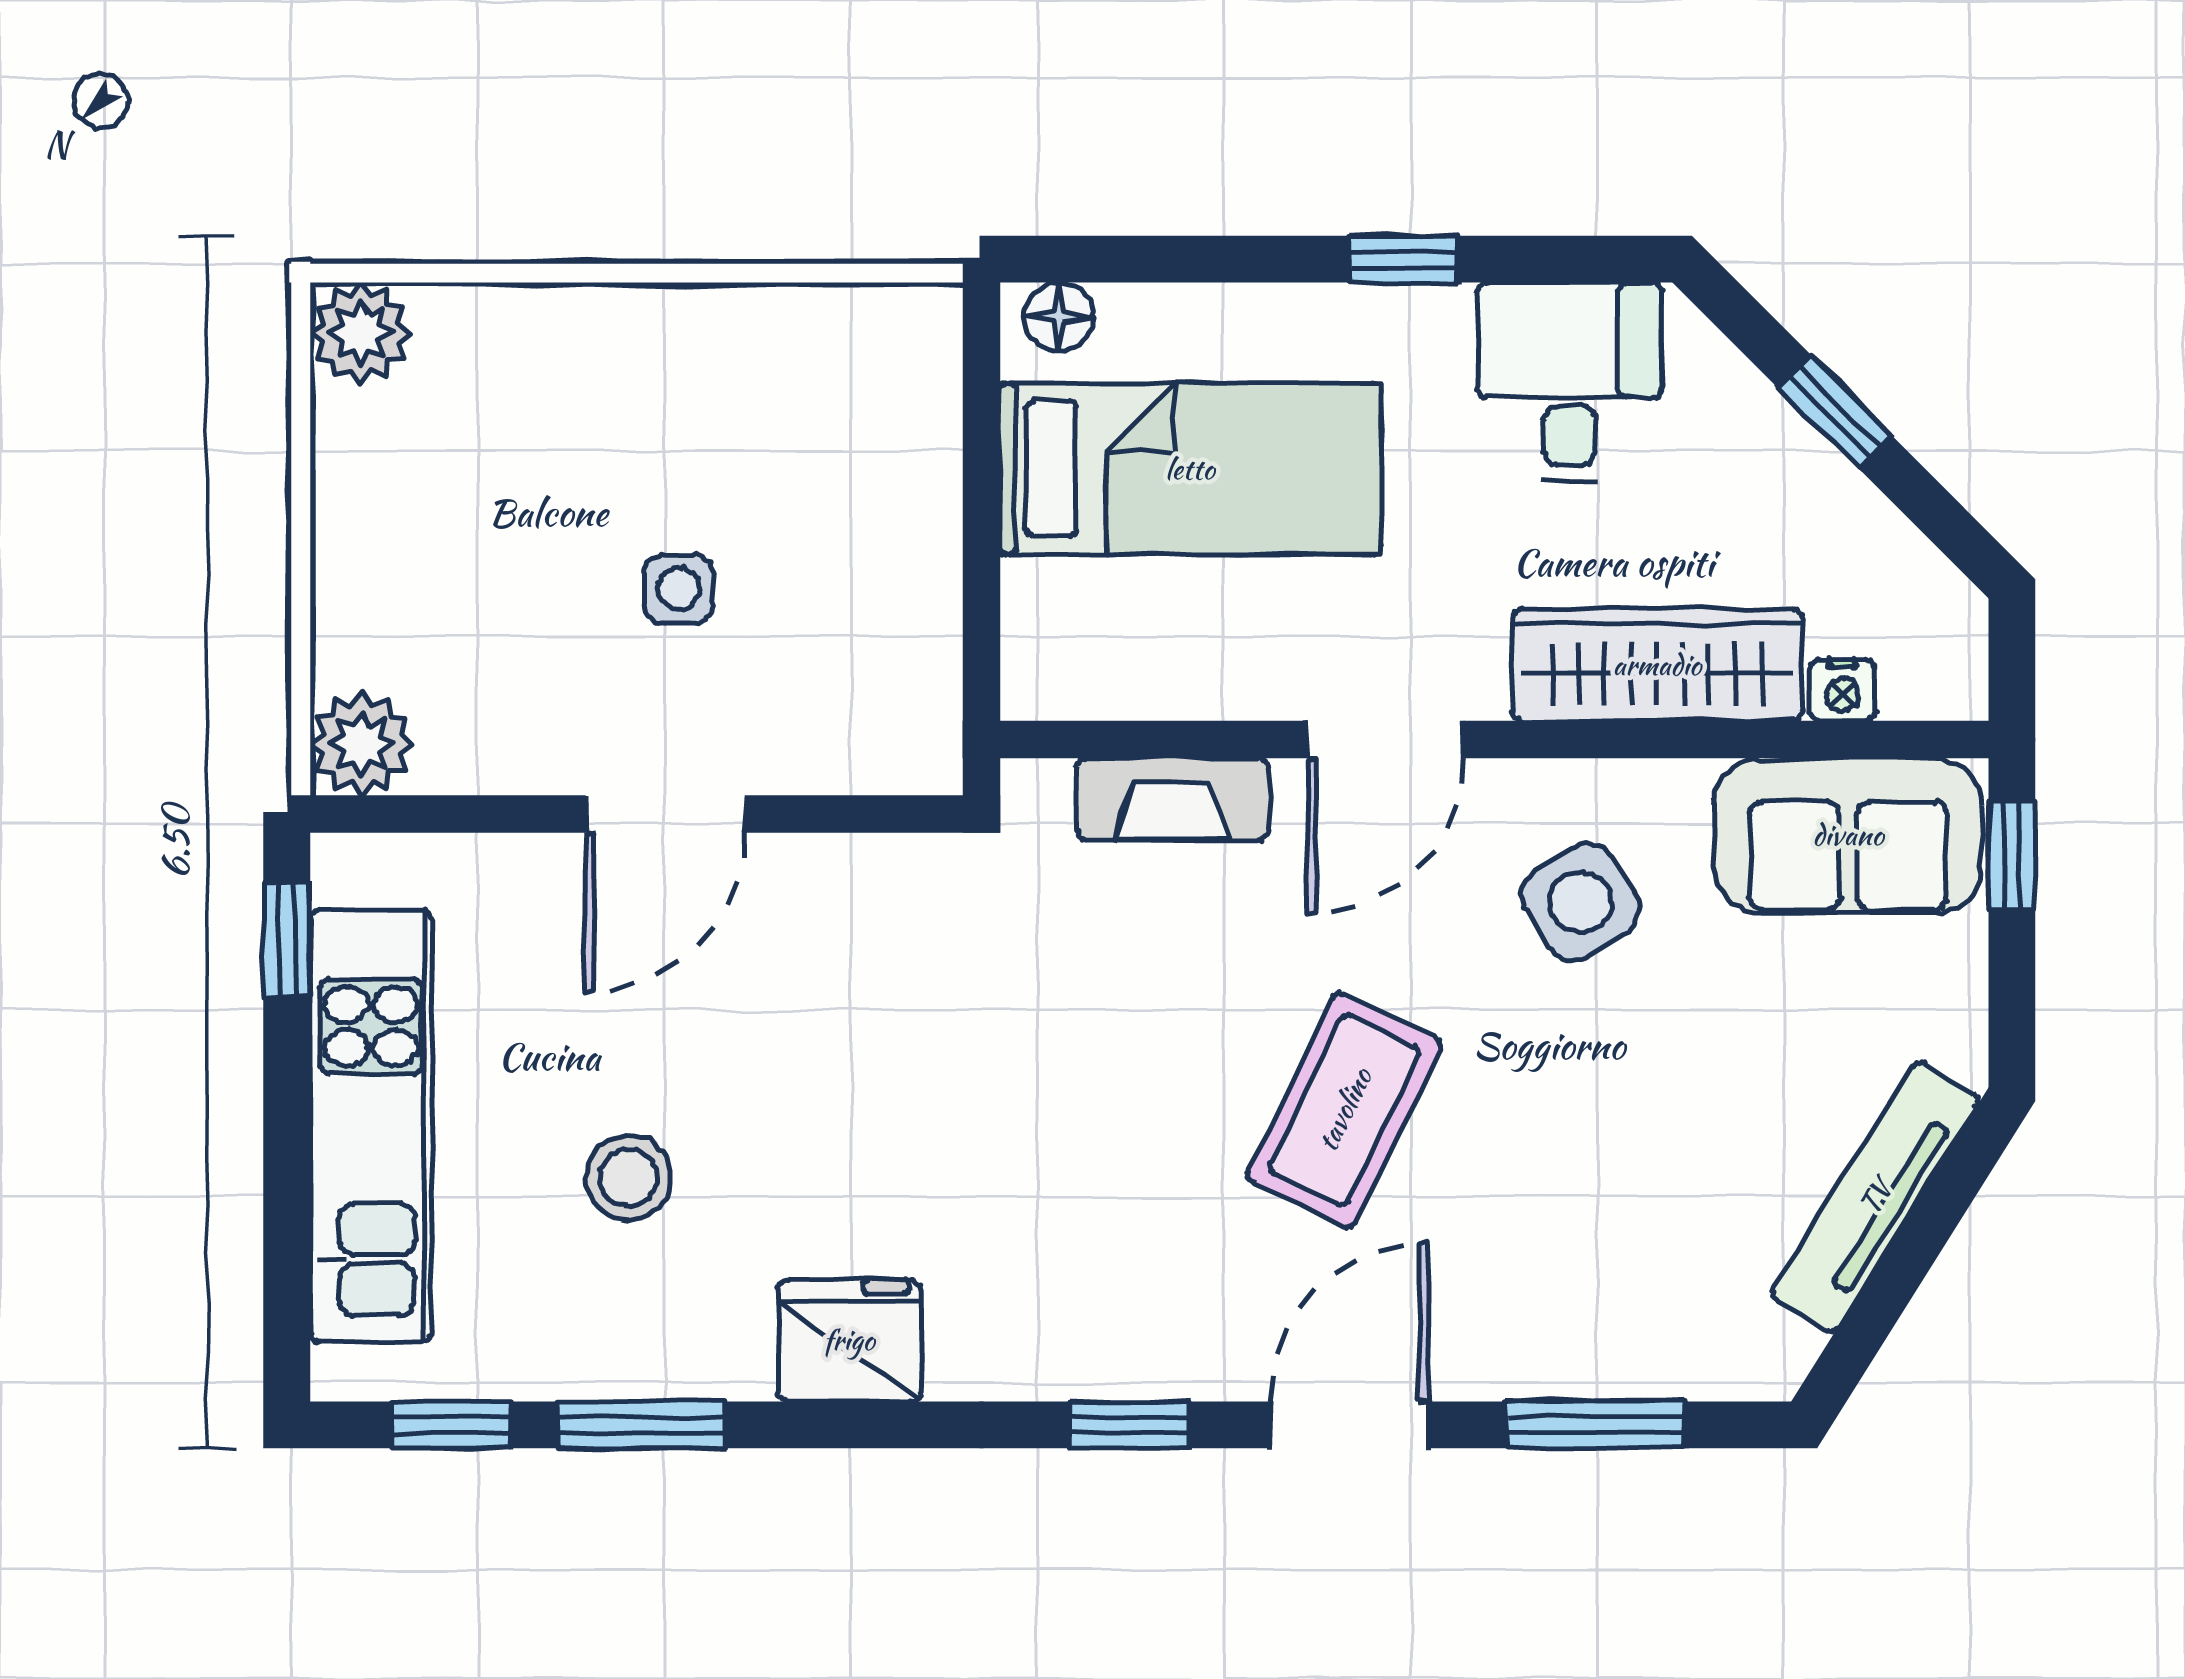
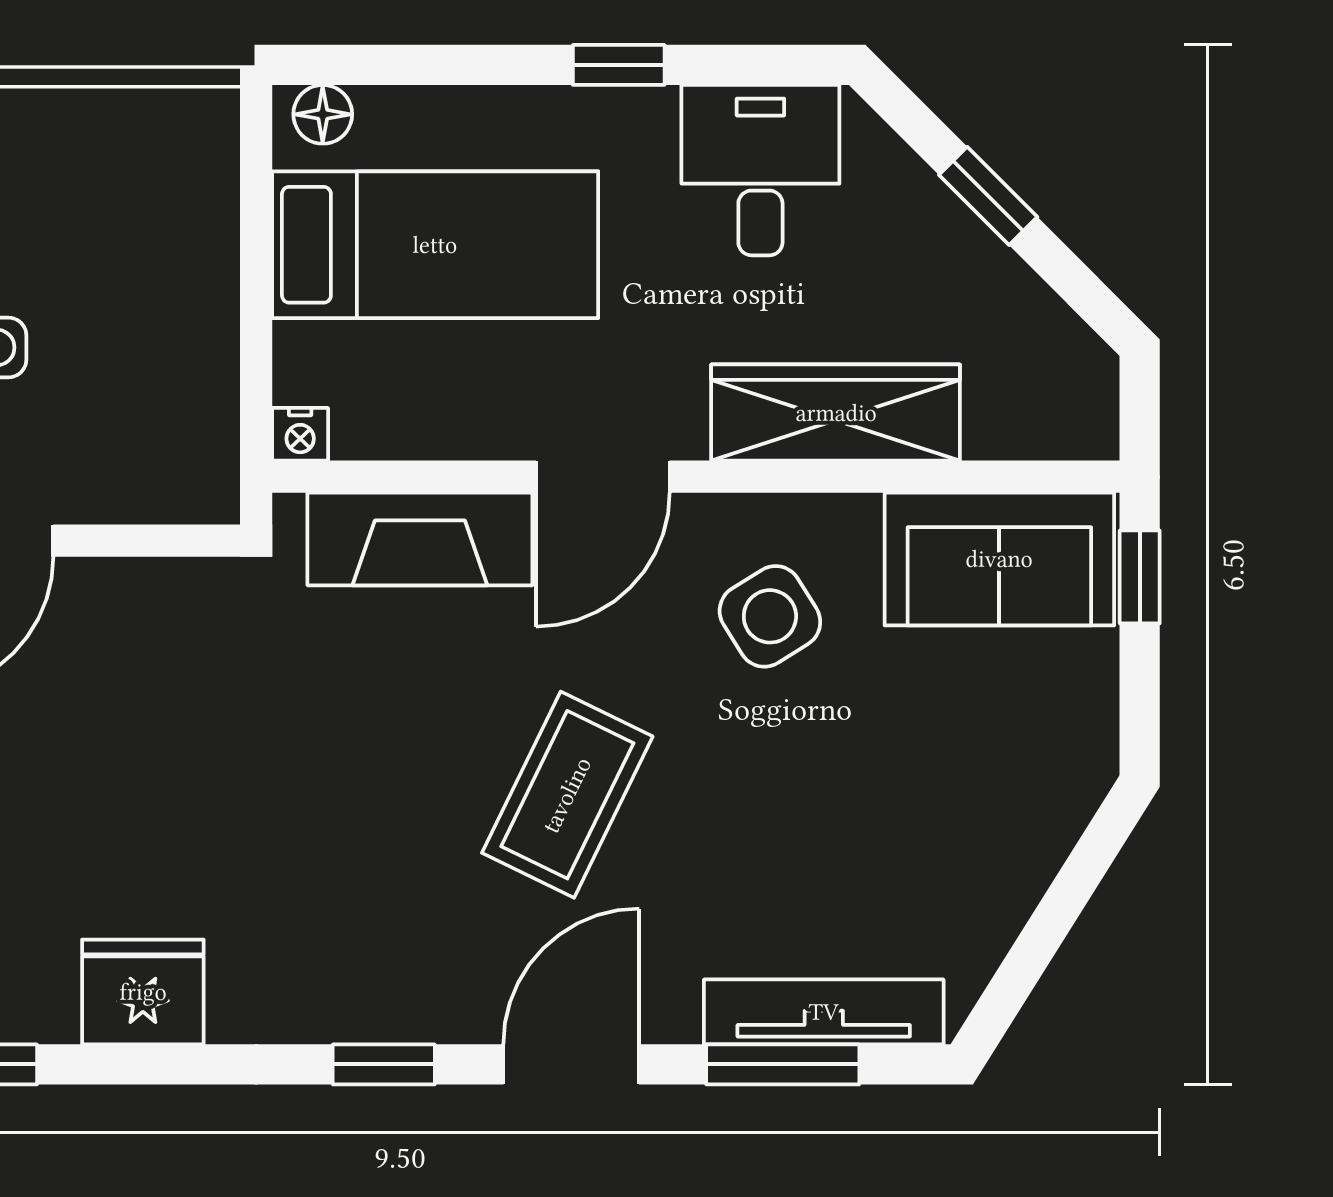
nightstand: (1842, 690) -> (300, 434), moved
fireplace: (1172, 799) -> (420, 539), width x1.37, depth x1.32
tv unit: (1875, 1197) -> (824, 1012), moved, turned 58

